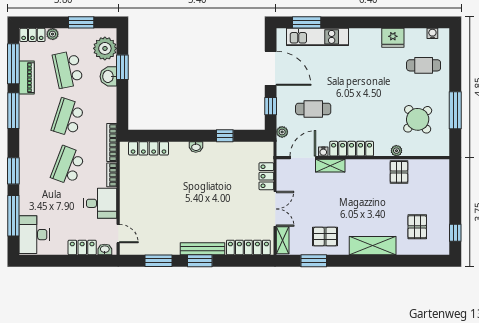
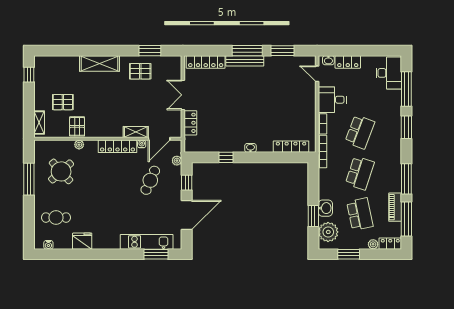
door: (271, 68) -> (187, 215), swing flipped
cafe table: (313, 109) -> (150, 180), turned -66
pallet: (417, 227) -> (63, 102), moved, turned 90
shelving: (283, 240) -> (39, 123), moved
window: (200, 261) -> (247, 51), width x1.44

